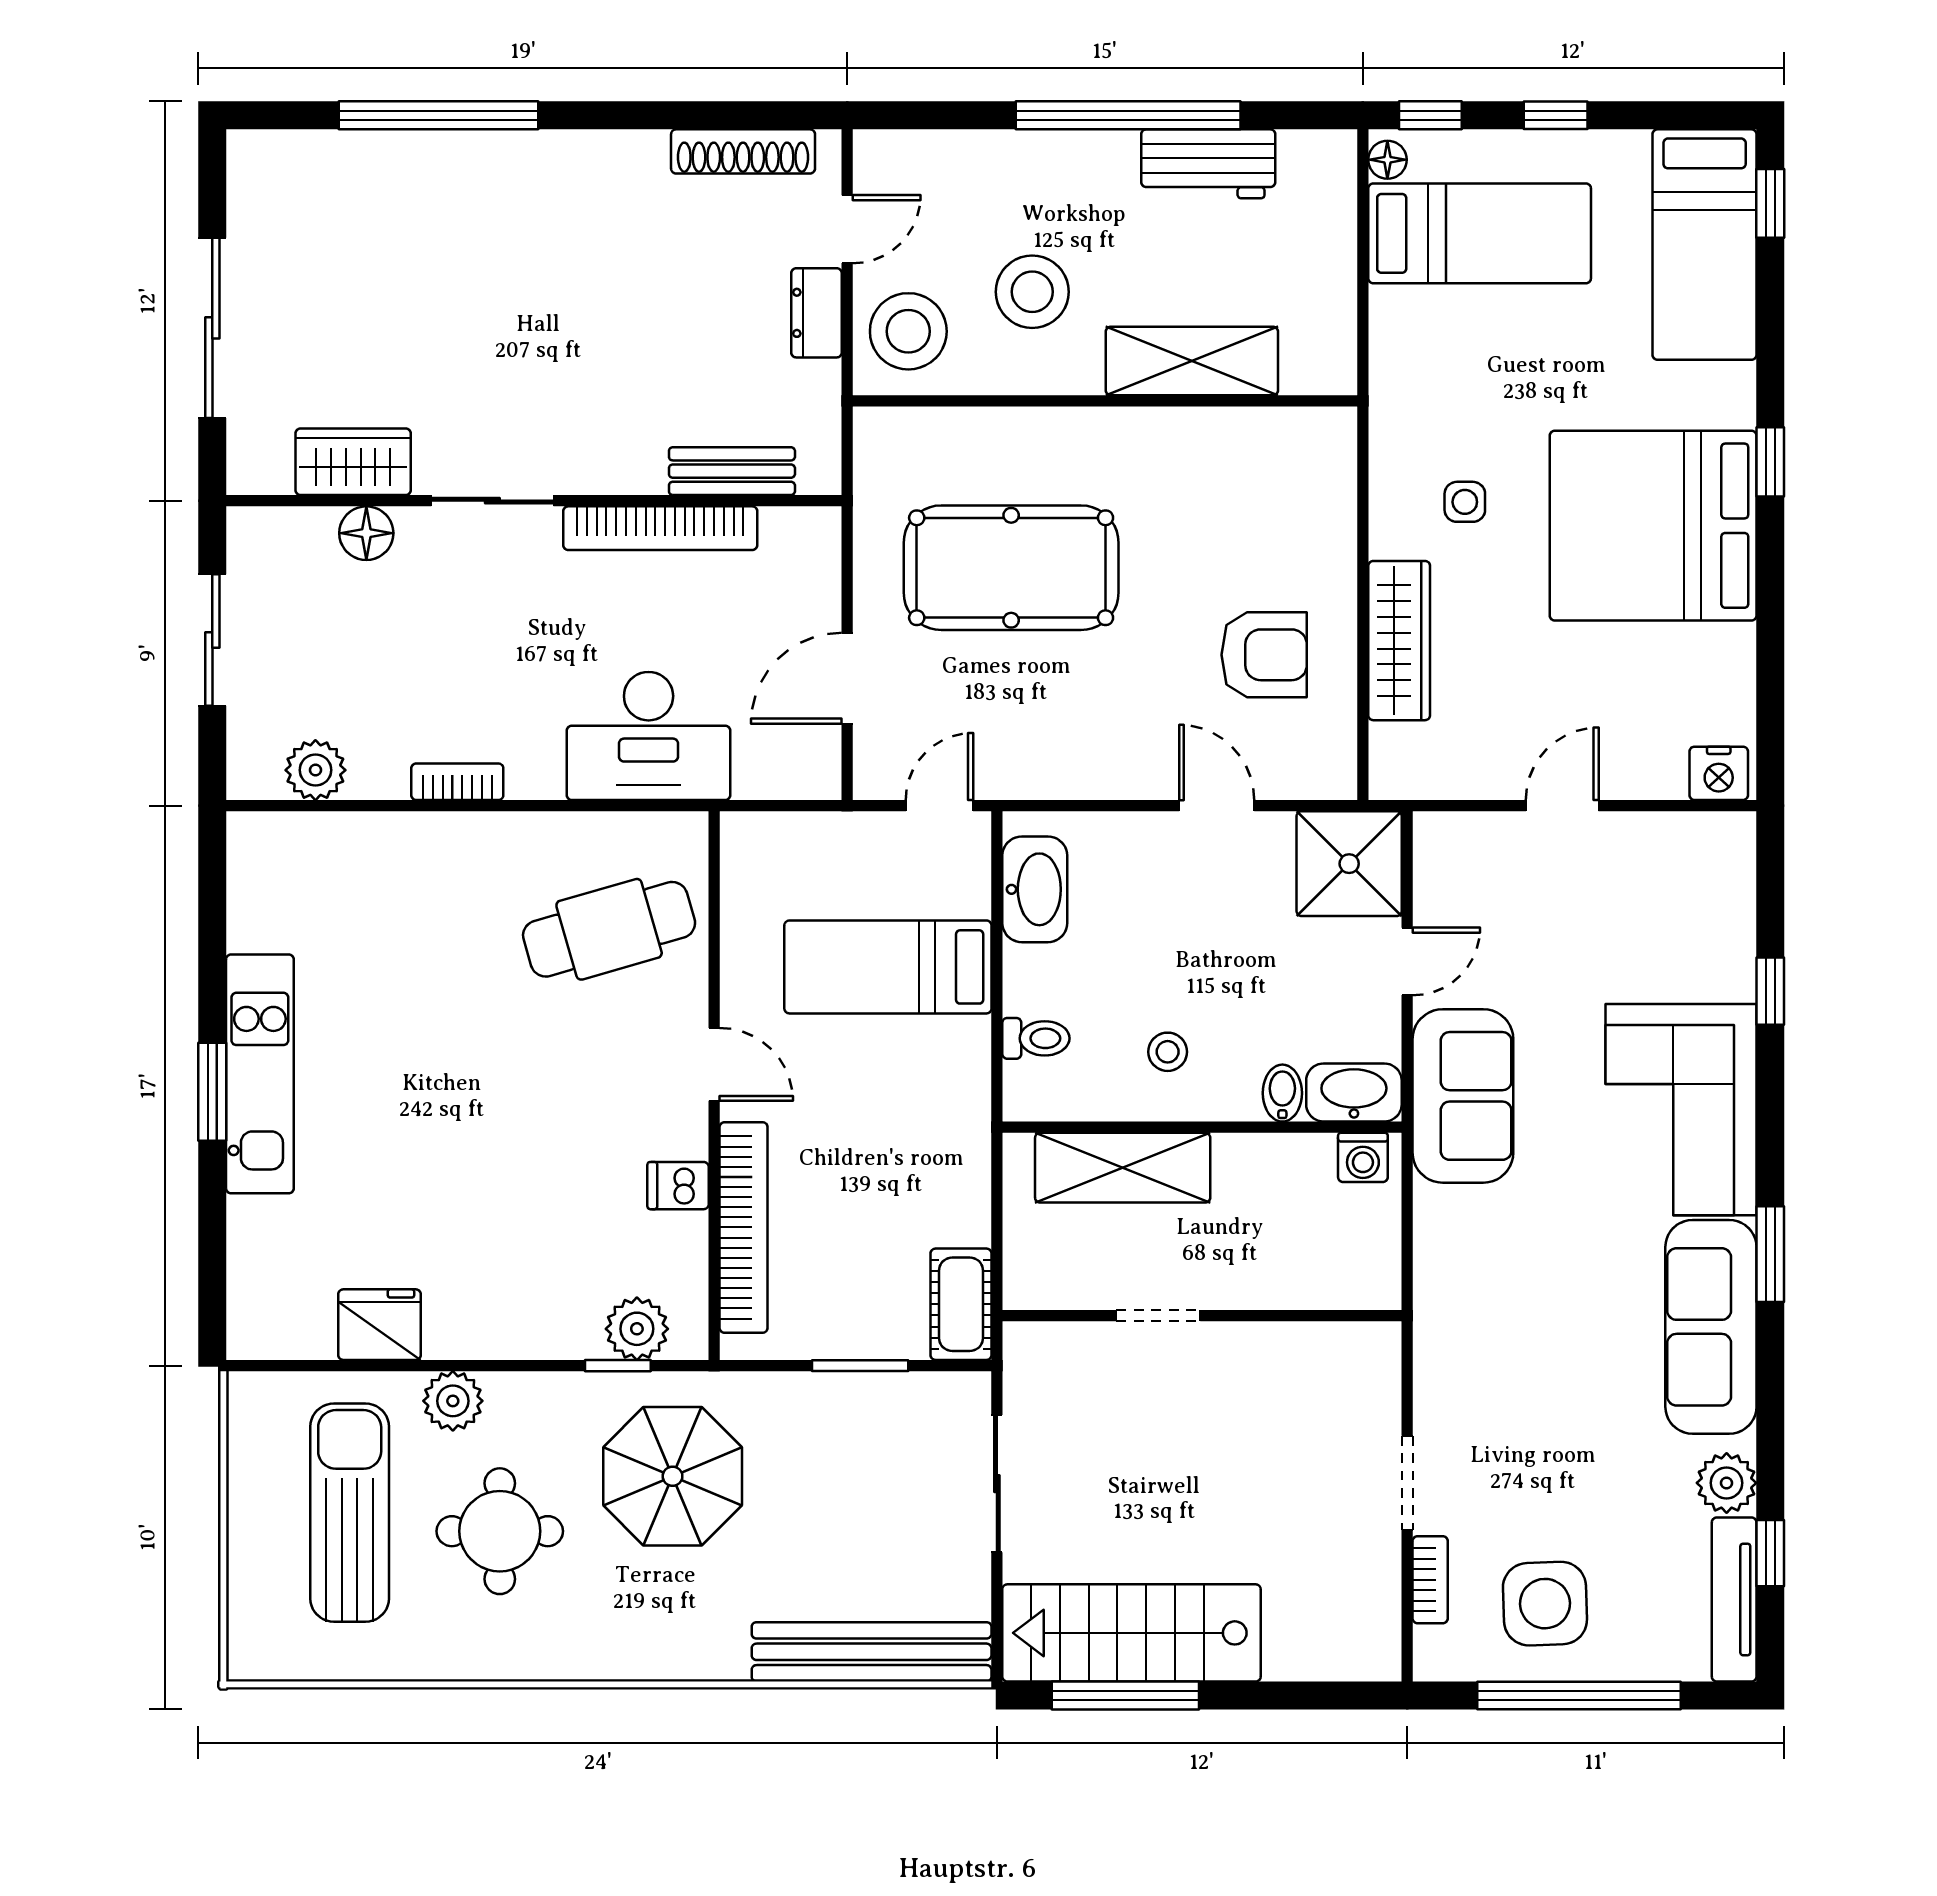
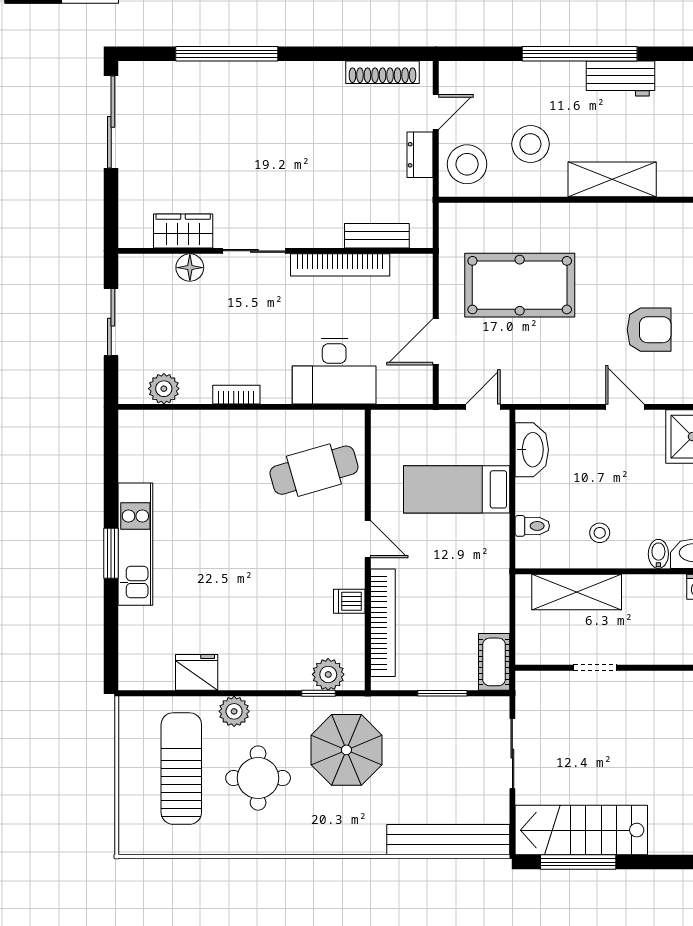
sliding door: (212, 328) -> (111, 122), moved

